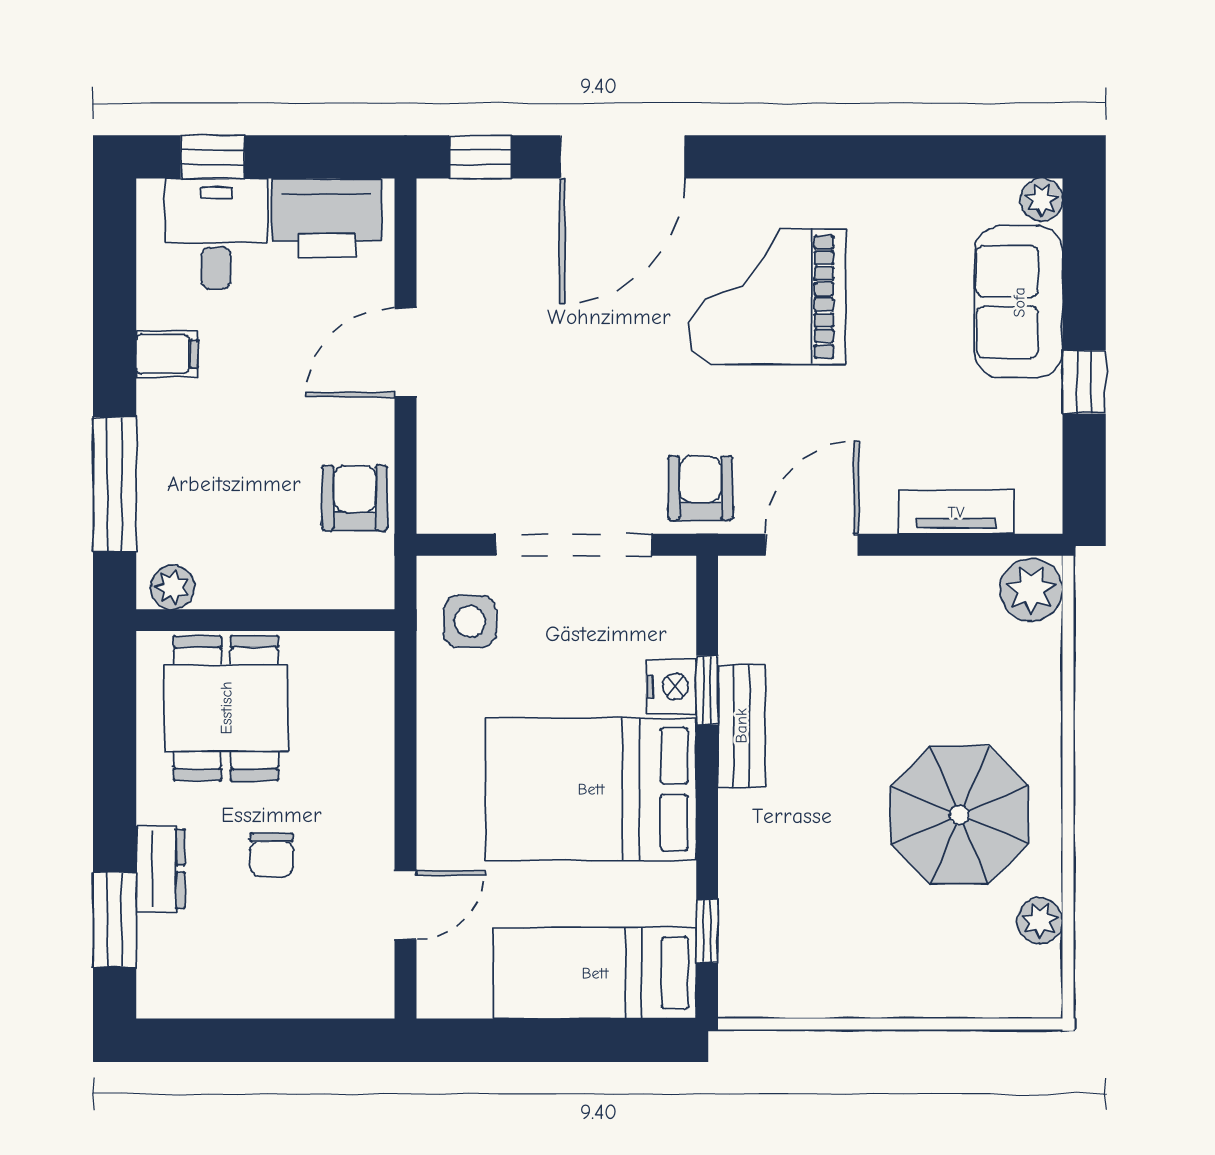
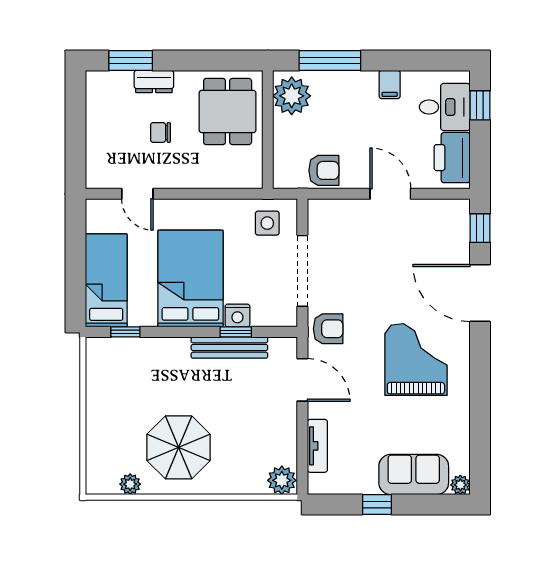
plant: (172, 587) -> (292, 96), width x1.88, depth x1.88
dining table: (226, 708) -> (228, 111), turned 90
bench: (741, 726) -> (229, 348), width x1.36

